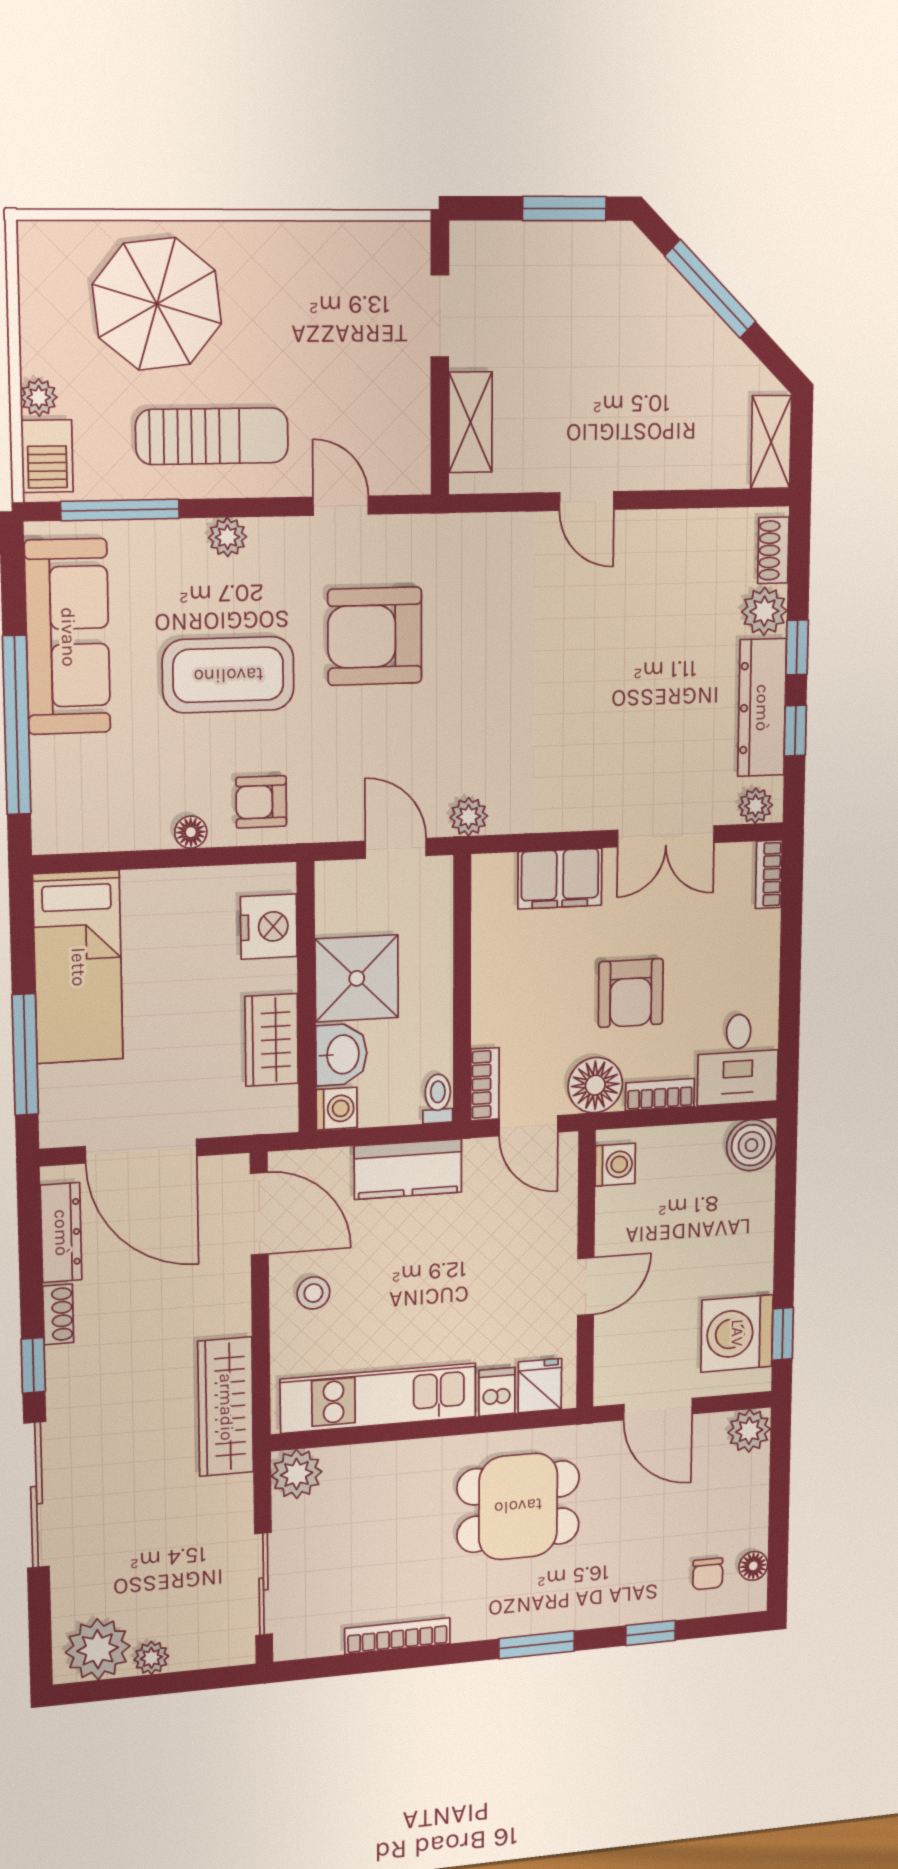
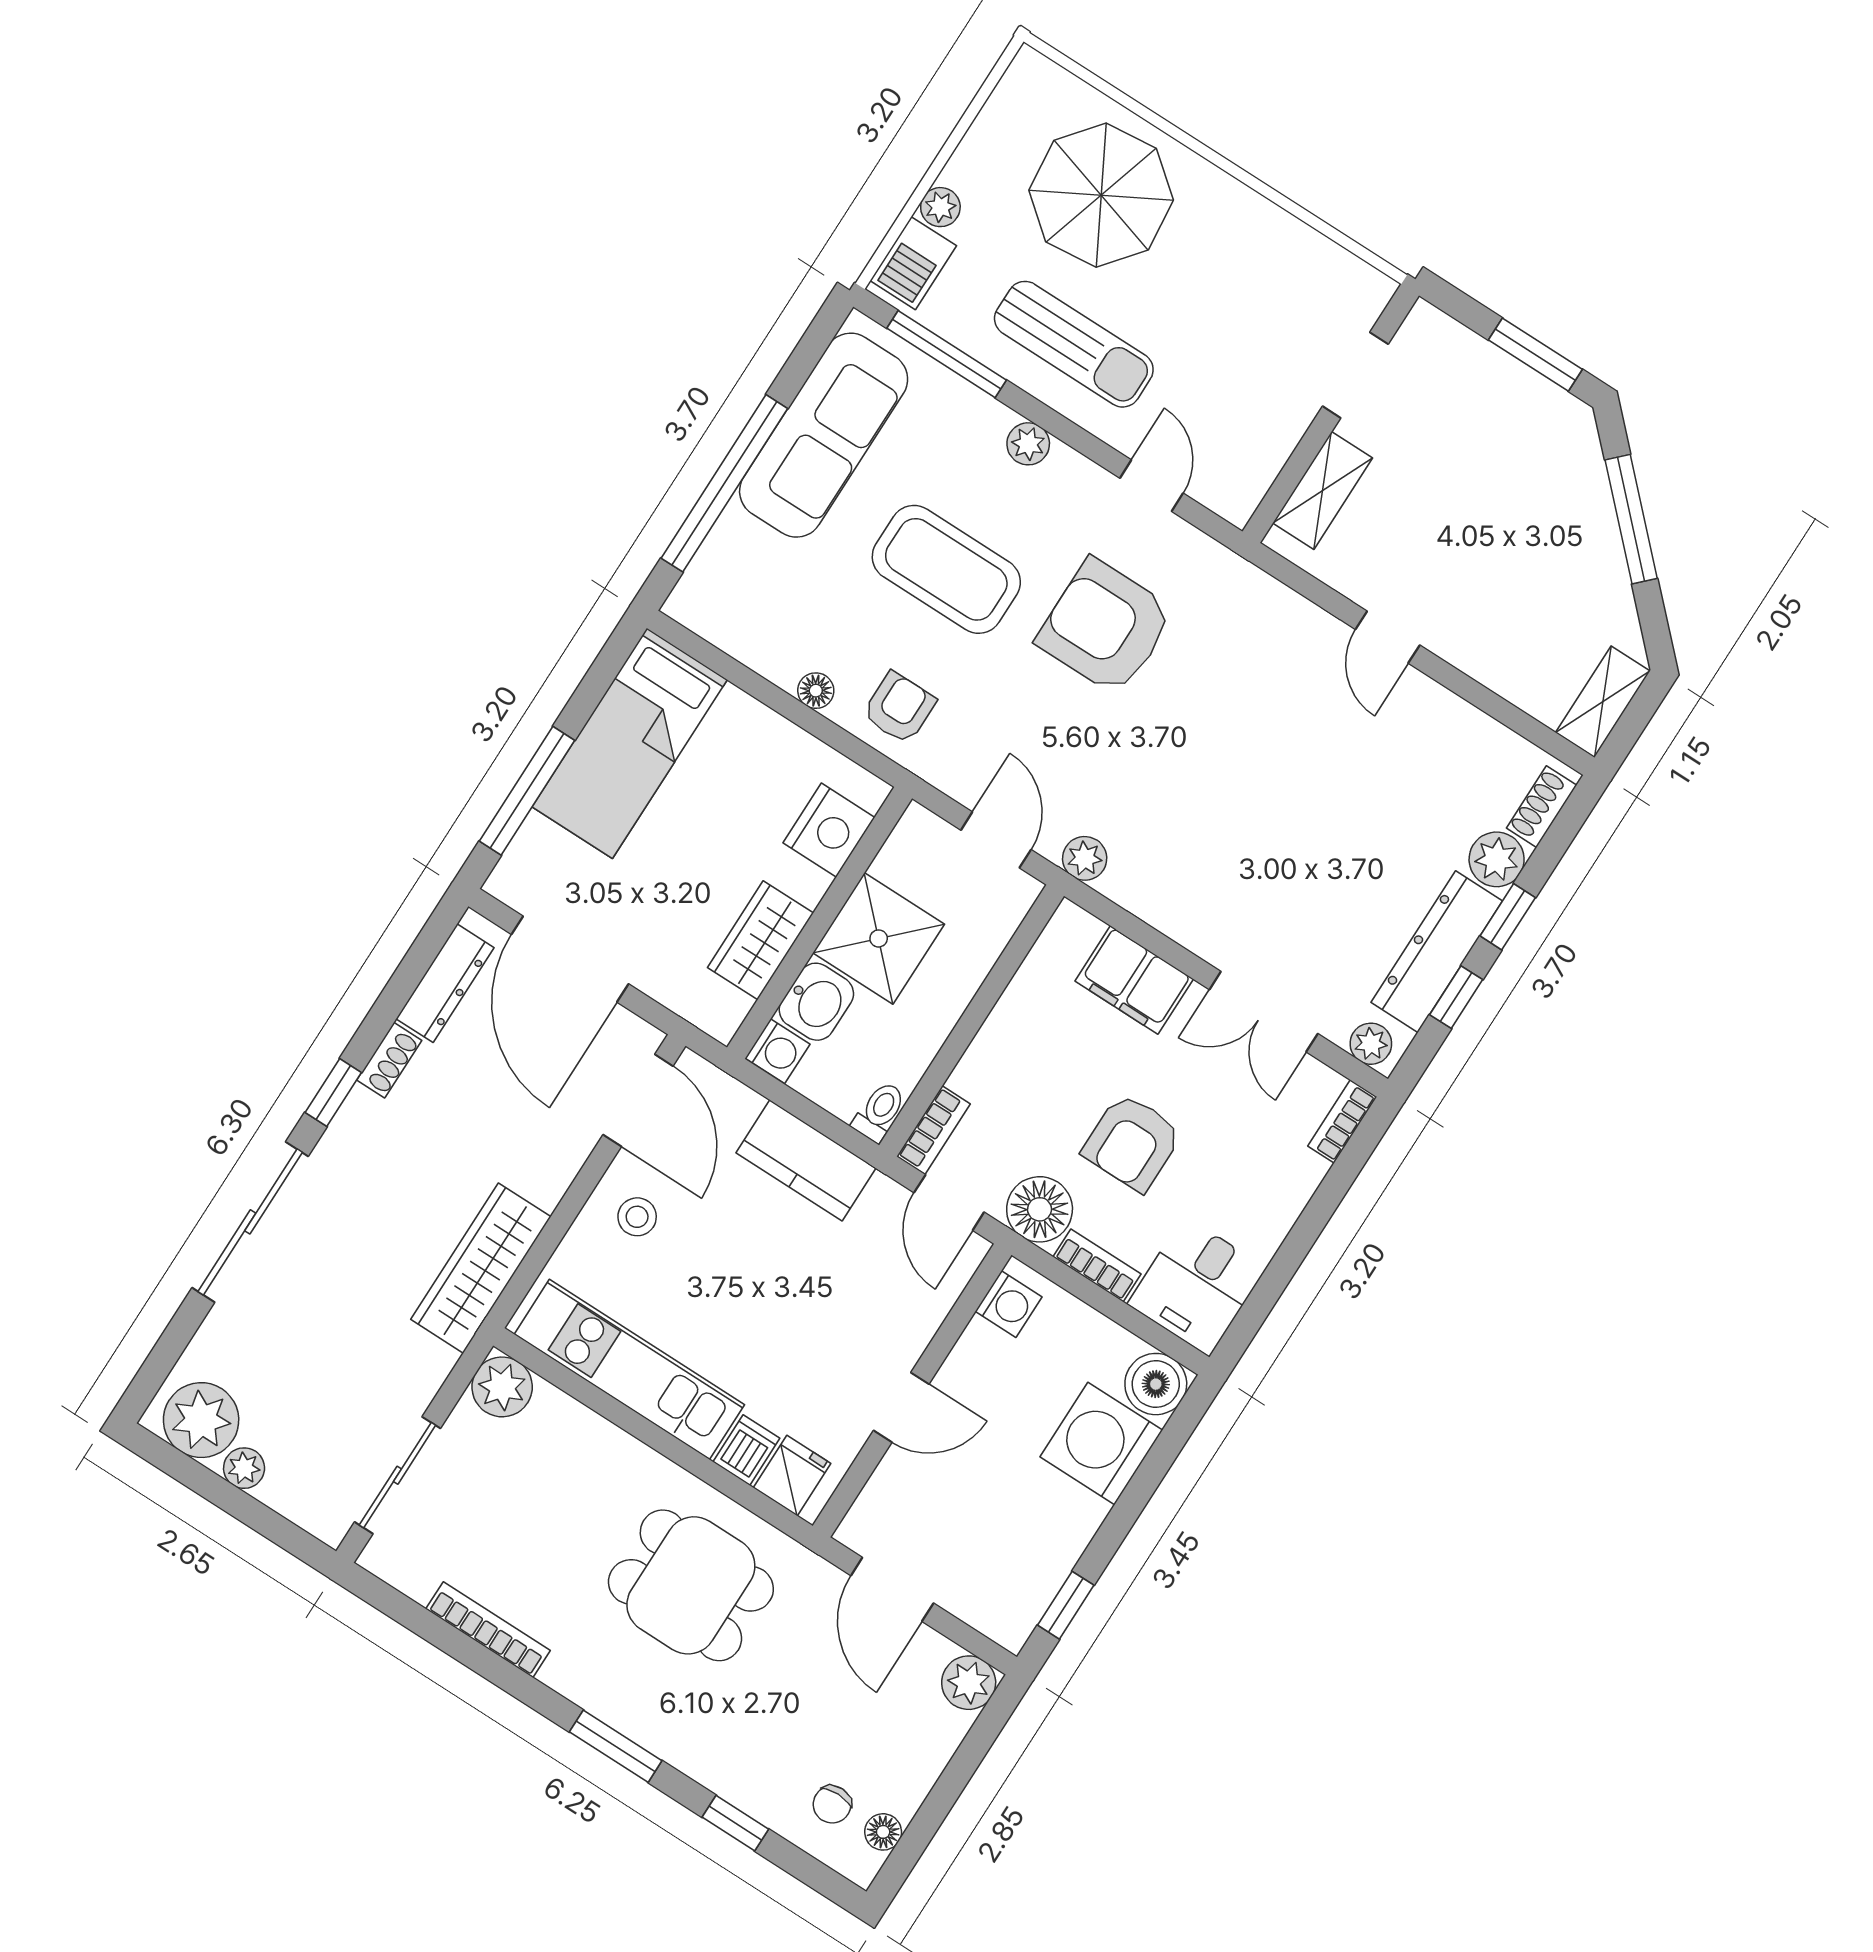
armchair: (261, 802) -> (899, 708), turned 90
washing machine: (737, 1333) -> (1101, 1443), moved

